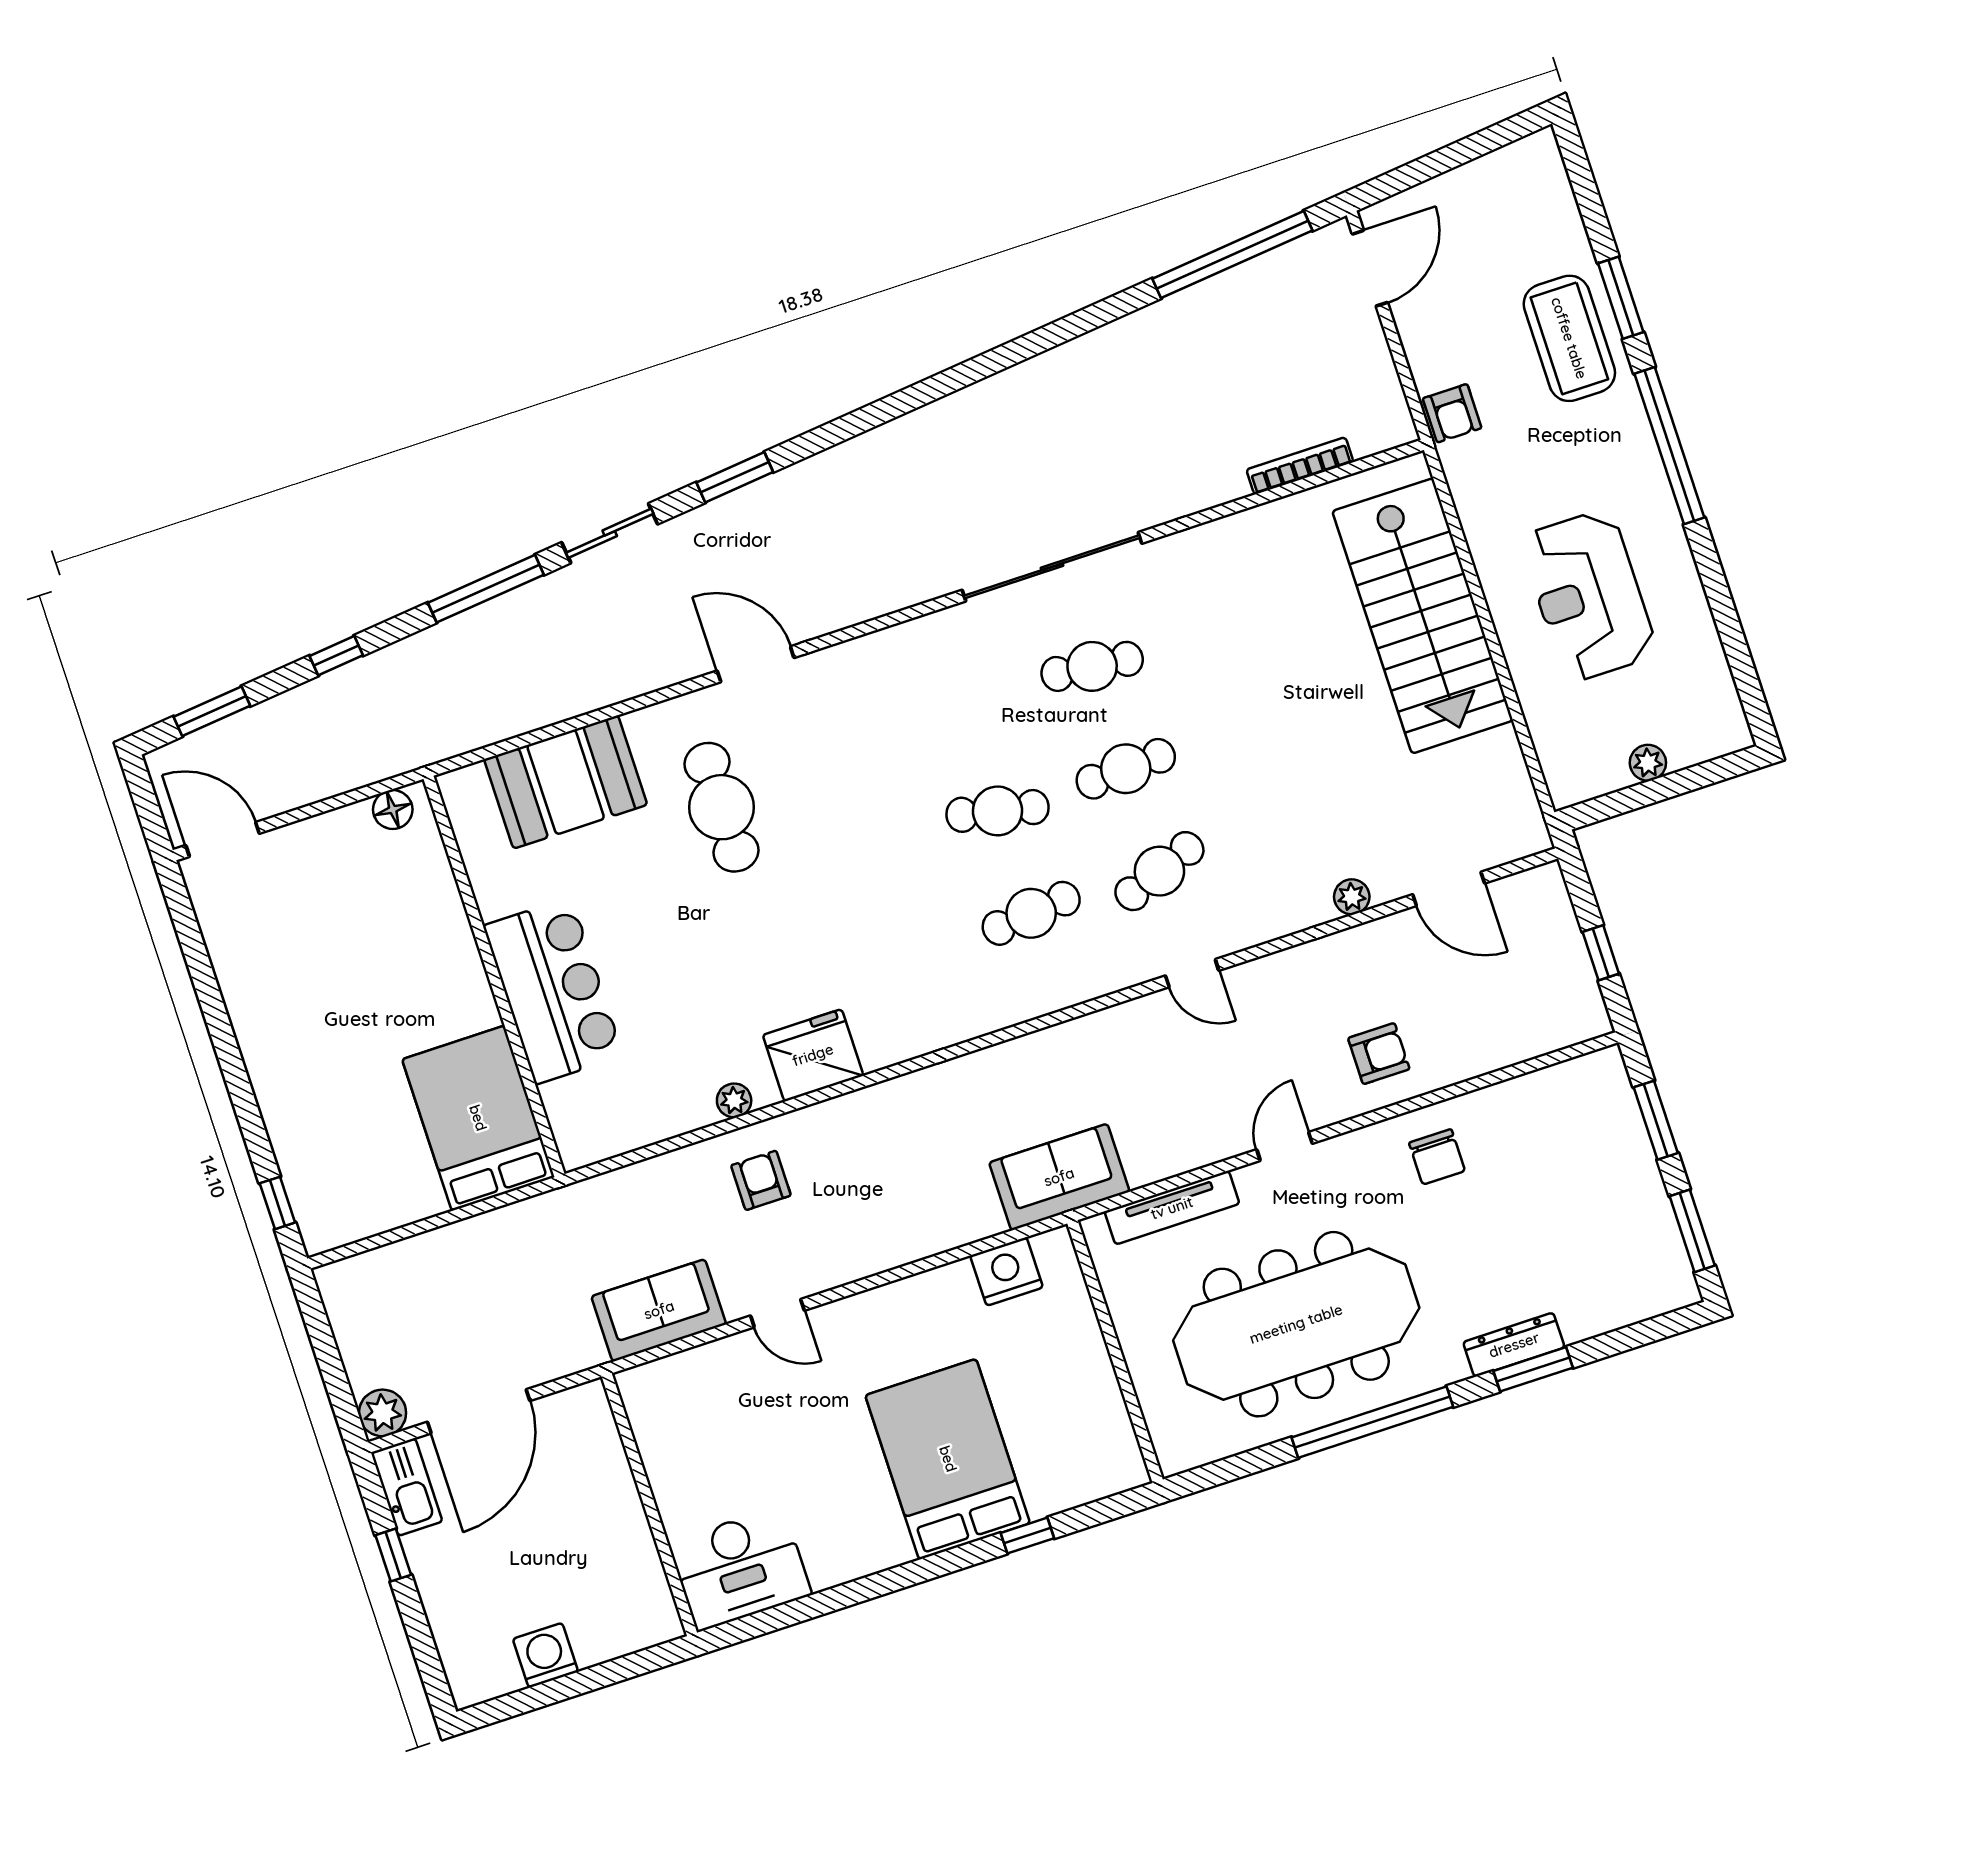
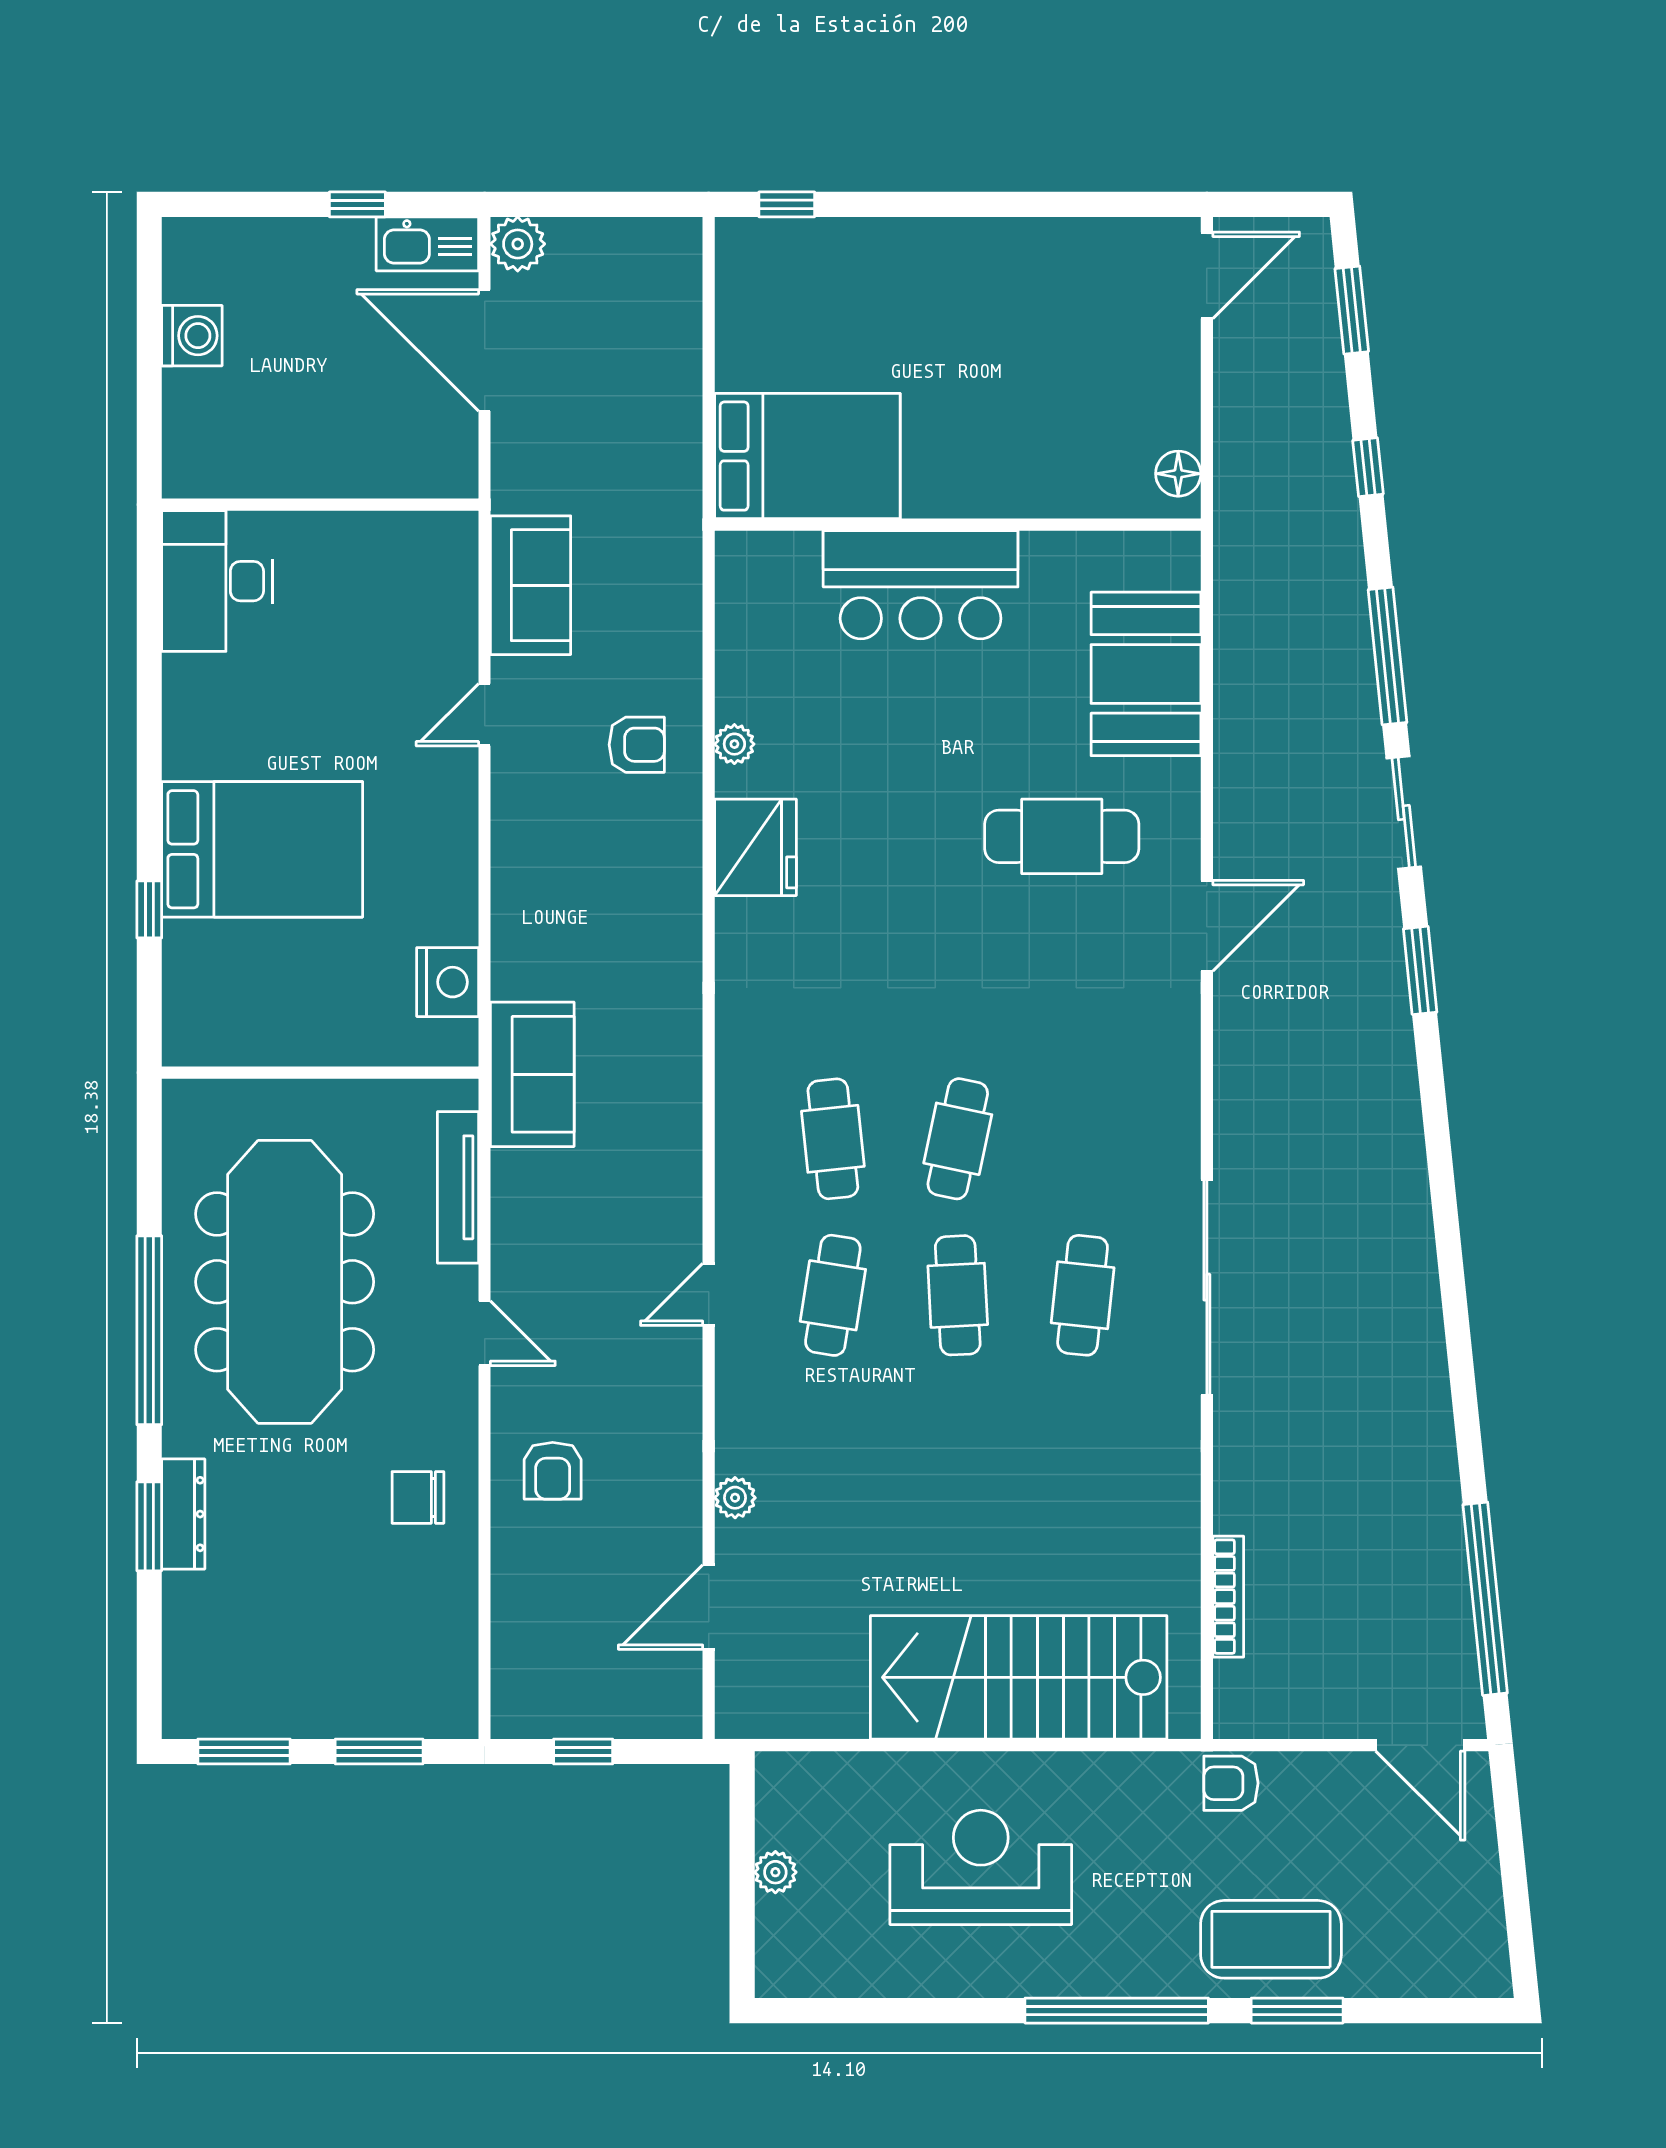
cafe table: (1159, 871) -> (833, 1295), turned 30

